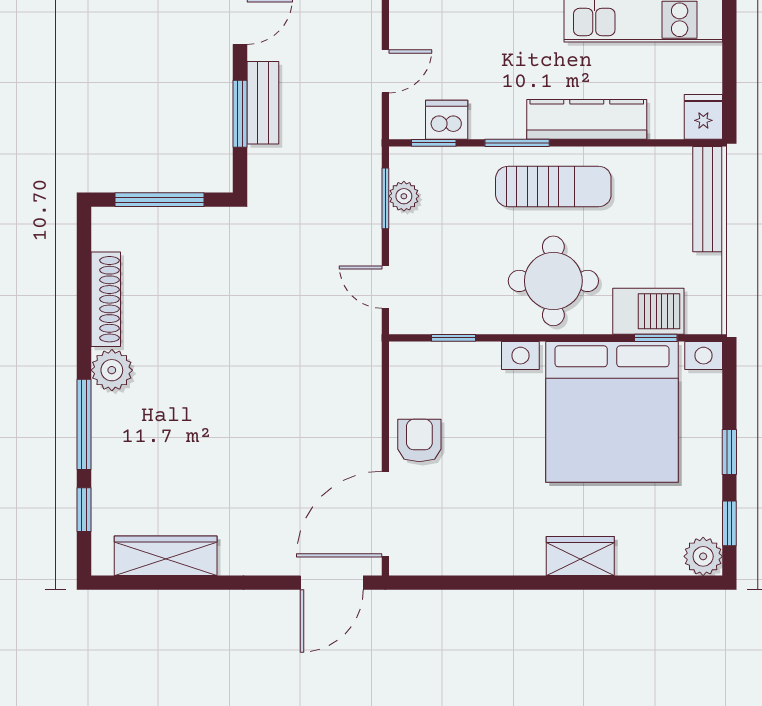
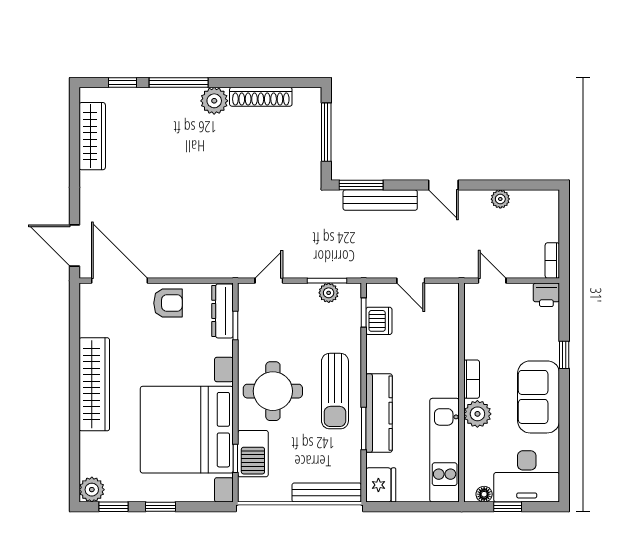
bench: (263, 103) -> (380, 200), width x1.36
window: (240, 114) -> (361, 185), moved
fridge: (703, 117) -> (381, 485), width x1.38
window: (517, 143) -> (364, 428), moved
dresser: (431, 358) -> (222, 311), added
wardrobe: (580, 556) -> (94, 384), width x2.10, depth x1.17

